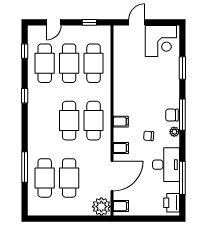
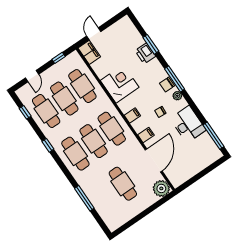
corner desk: (161, 41) -> (120, 84), moved, turned -90
cafe table: (45, 178) -> (75, 154), moved
window: (182, 178) -> (214, 136), moved
printer: (172, 203) -> (145, 53), moved
filing cabinet: (121, 206) -> (89, 52), moved, width x2.00

